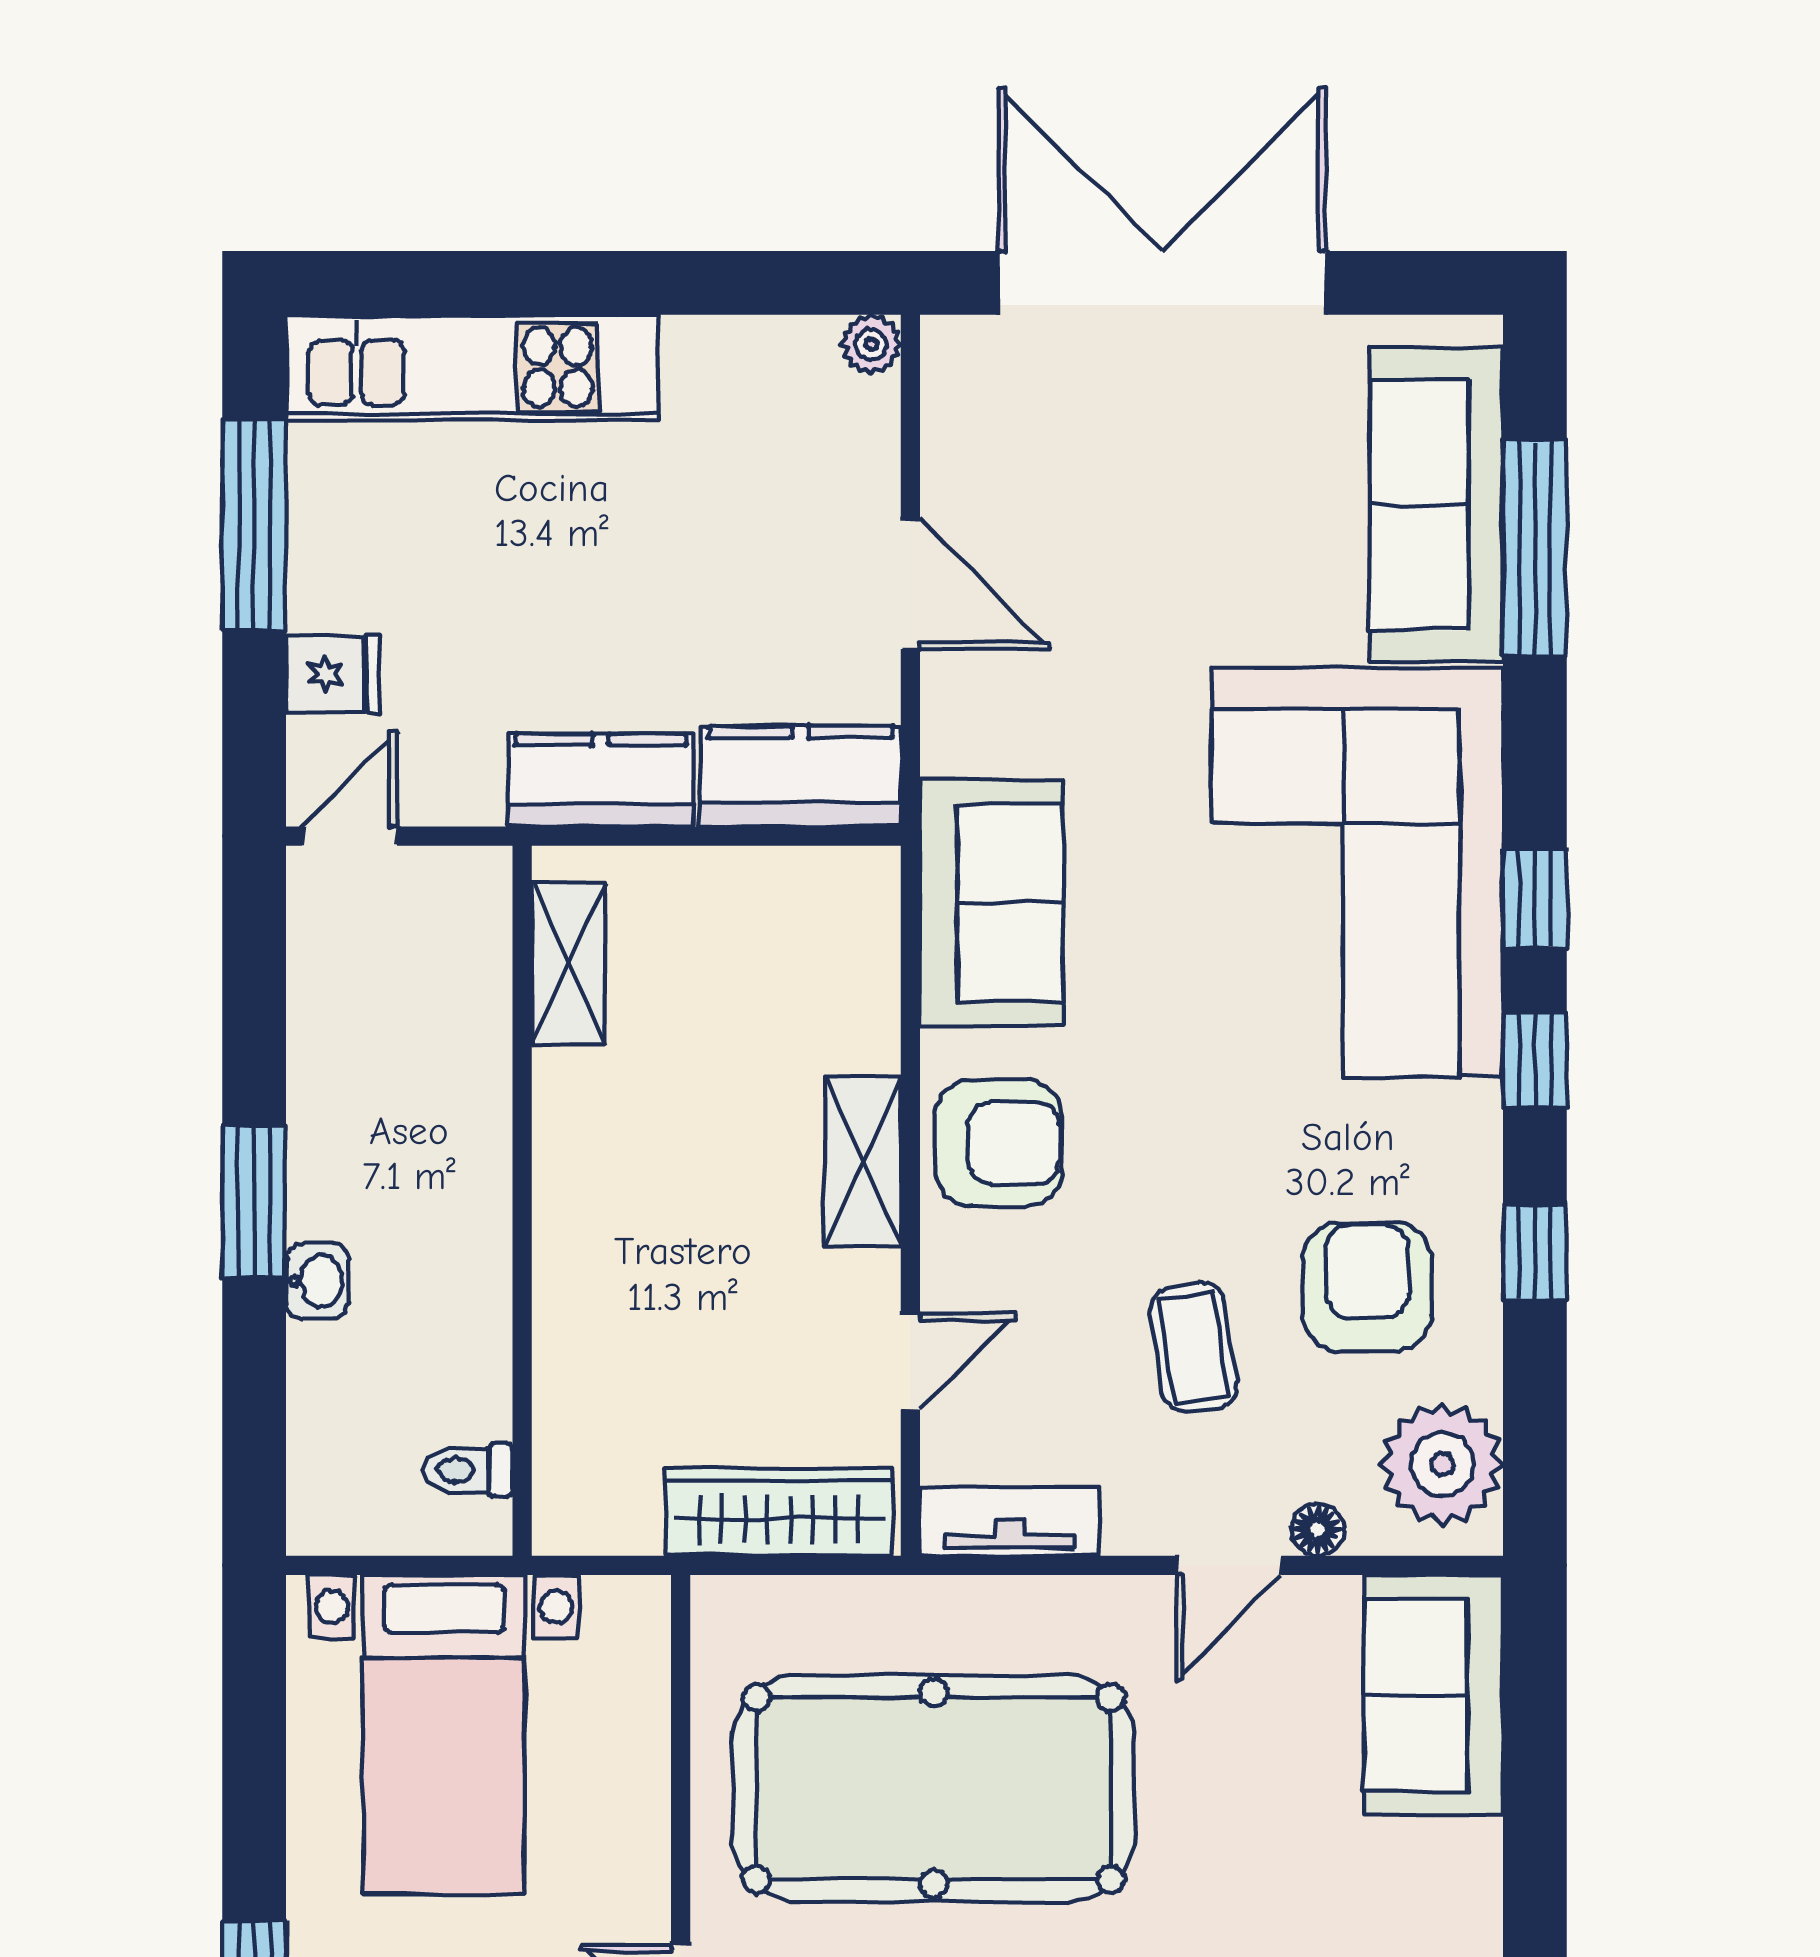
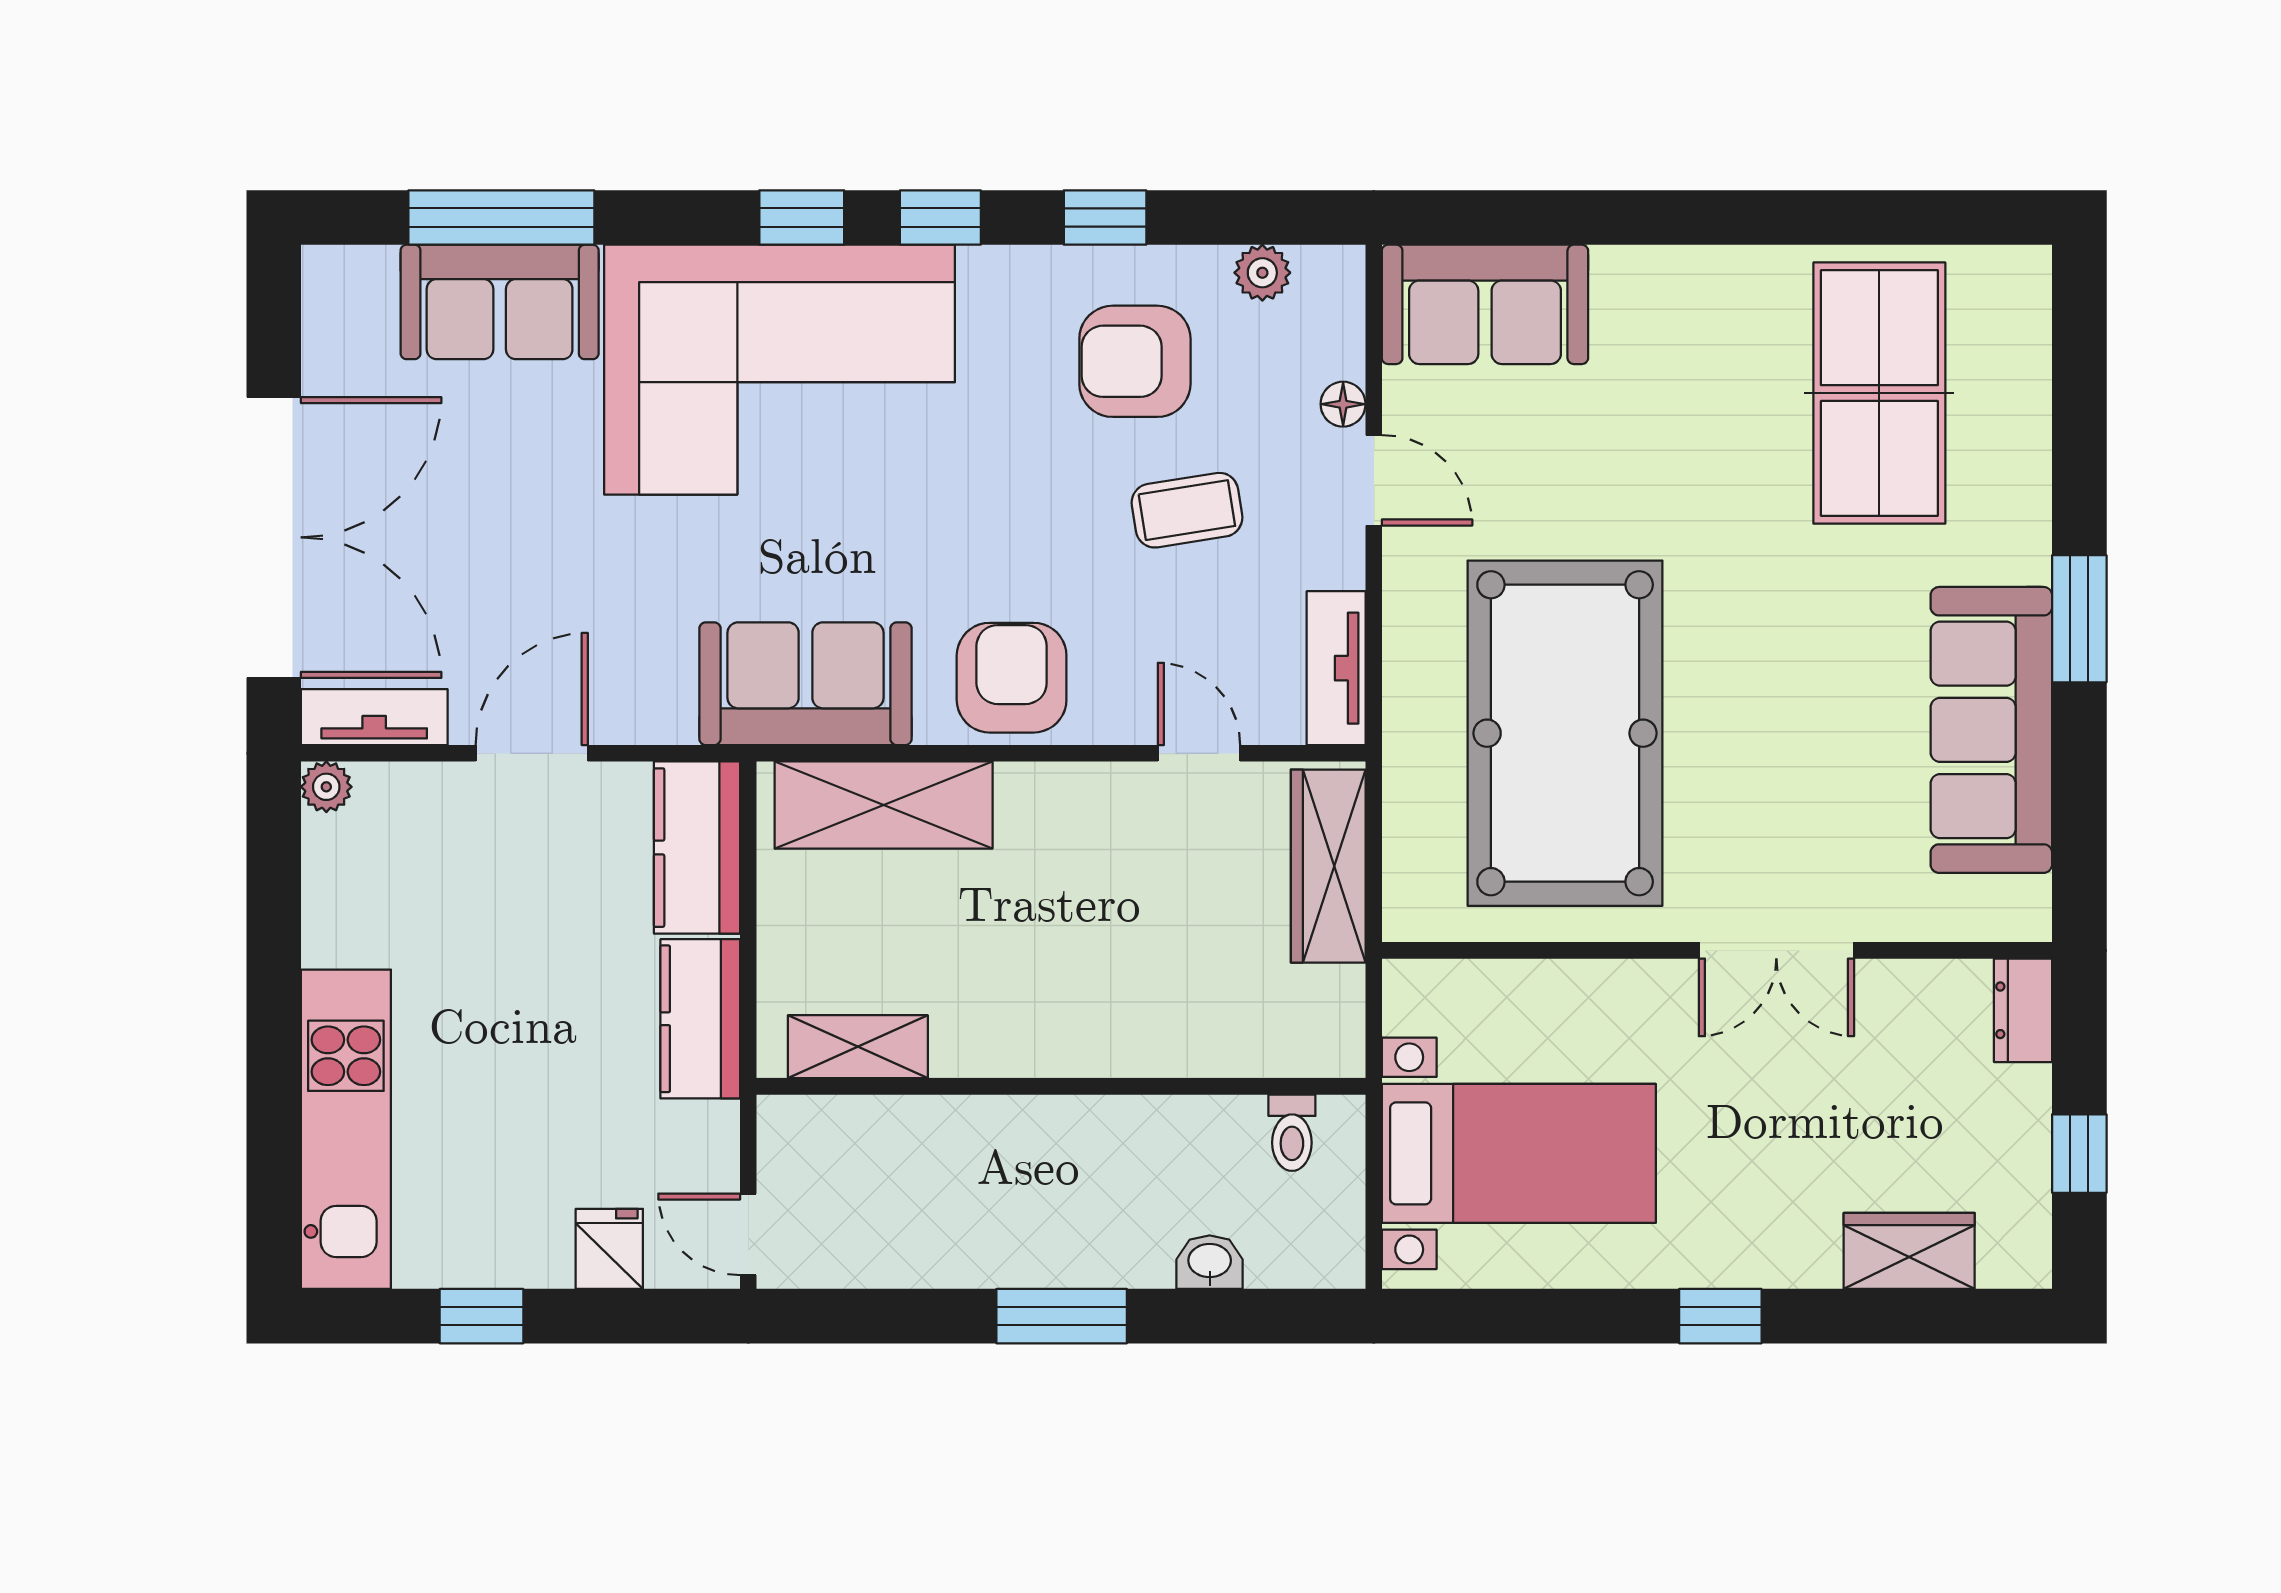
double door: (1162, 283) -> (274, 537), swing flipped
tv unit: (952, 400) -> (374, 717), added
sofa: (1436, 505) -> (500, 302), width x0.73
window: (254, 525) -> (482, 1316), width x0.46
shelving: (863, 1161) -> (884, 805), moved, width x1.50, depth x1.33
washbasin: (317, 1281) -> (1210, 1262), moved
plant: (1442, 1464) -> (1262, 273), width x0.53, depth x0.53

